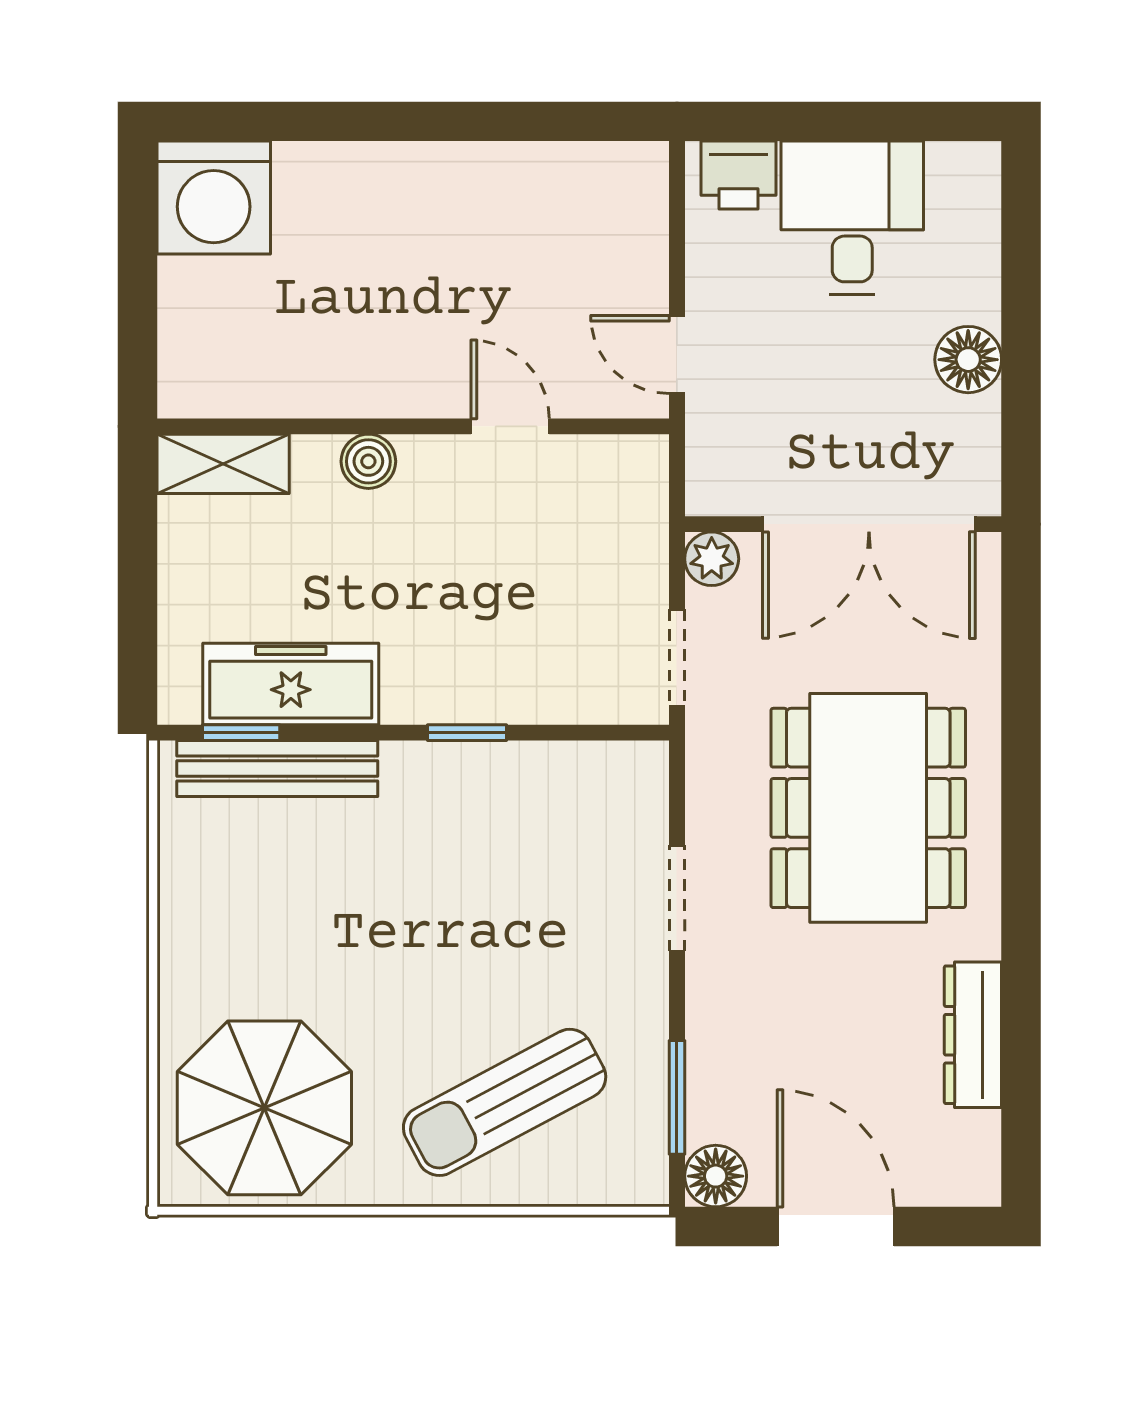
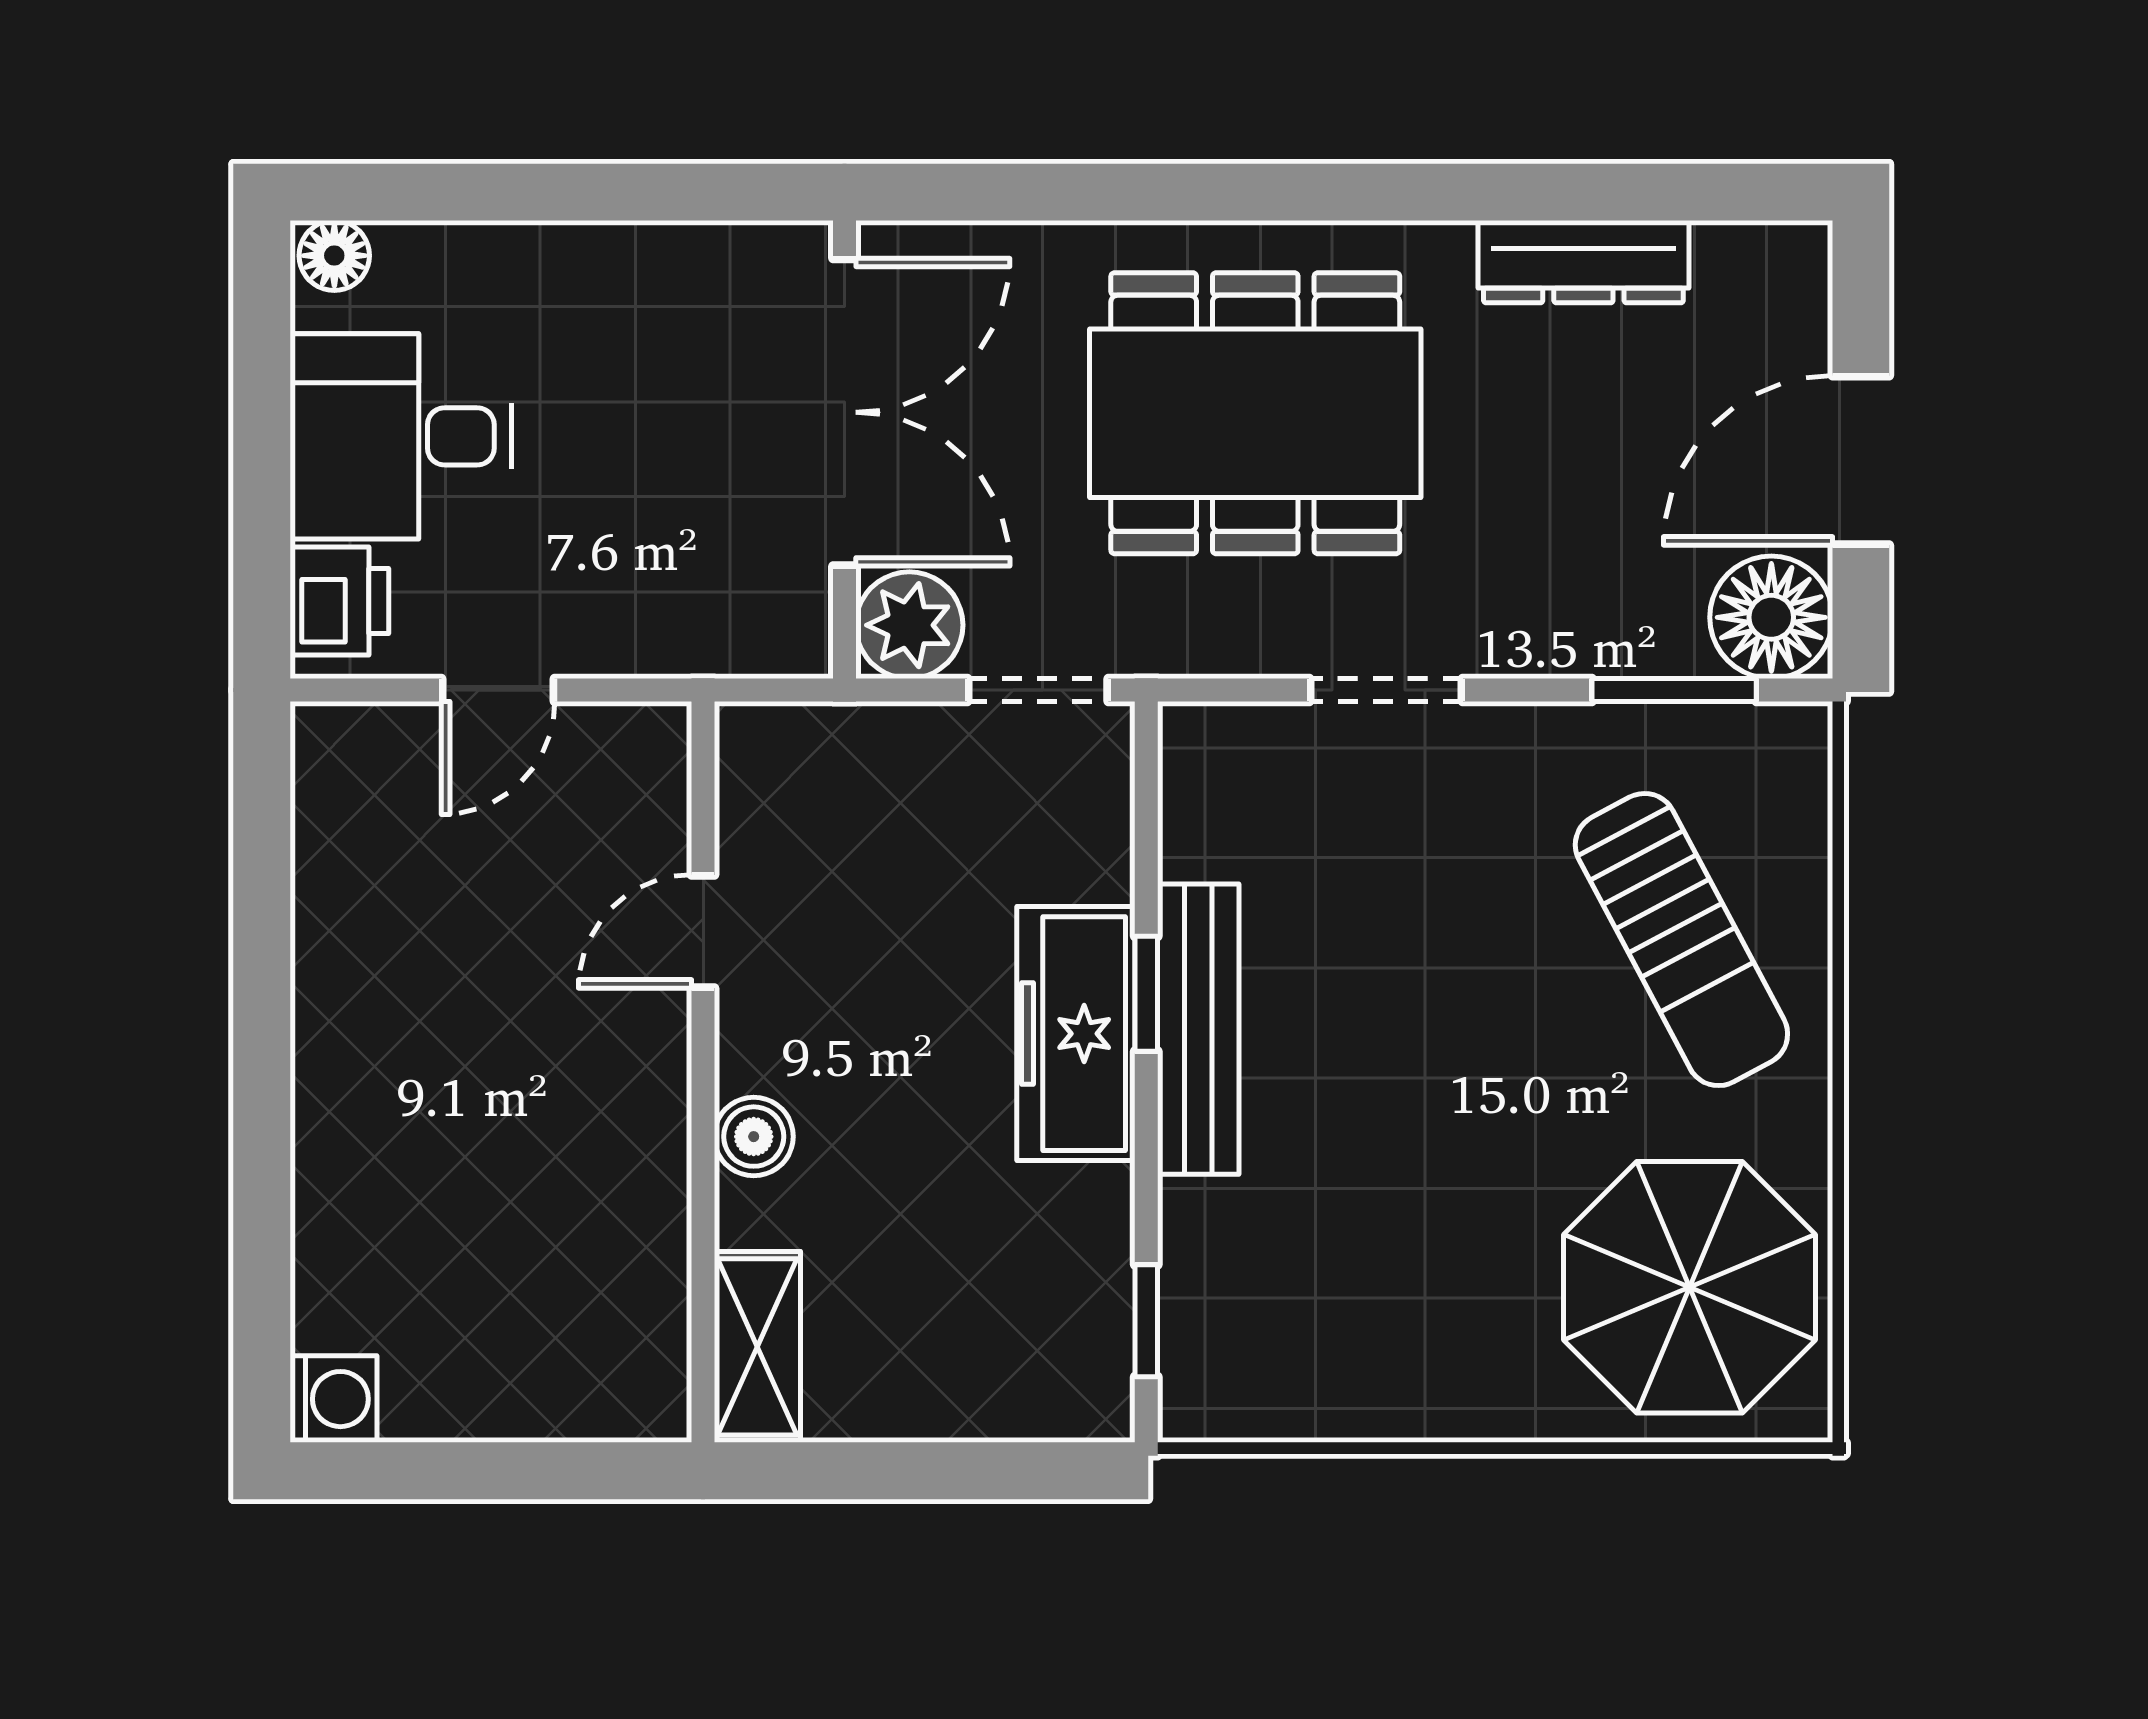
washing machine: (214, 198) -> (333, 1399), width x0.53, depth x0.53
door: (677, 355) -> (498, 690), moved
floor lamp: (968, 360) -> (334, 256), moved, width x0.73, depth x0.73
plant: (712, 559) -> (909, 625), width x1.38, depth x1.38
freezer: (291, 684) -> (1076, 1034), moved
bench: (277, 768) -> (1198, 1029), moved
floor lamp: (716, 1176) -> (1771, 617), width x1.38, depth x1.38

